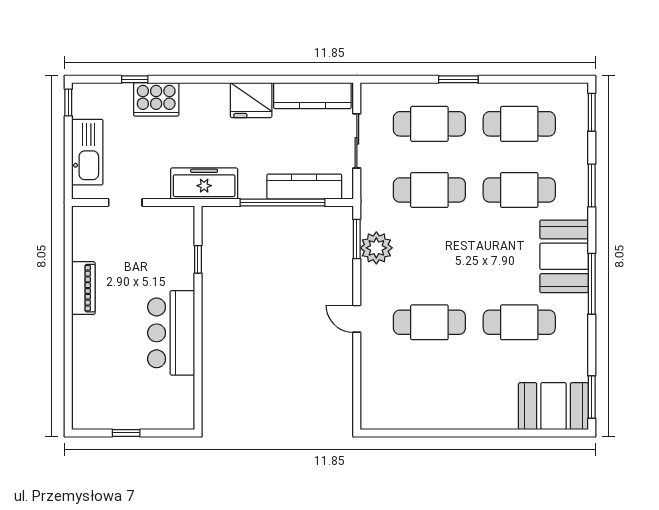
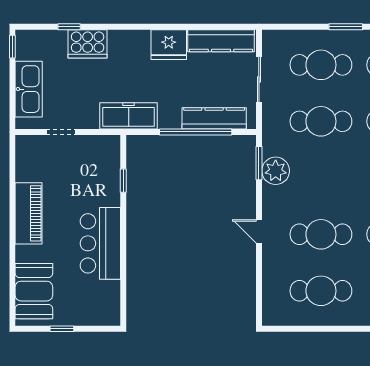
piano: (83, 288) -> (29, 213), width x1.37, depth x1.33
cafe table: (429, 388) -> (321, 291), added
booth: (93, 389) -> (34, 291), added

